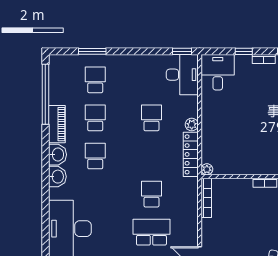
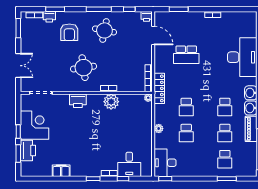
desk: (218, 72) -> (129, 164), moved
locker: (191, 154) -> (159, 88), moved
plant: (261, 164) -> (111, 102), added
school desk: (151, 194) -> (186, 107), moved

